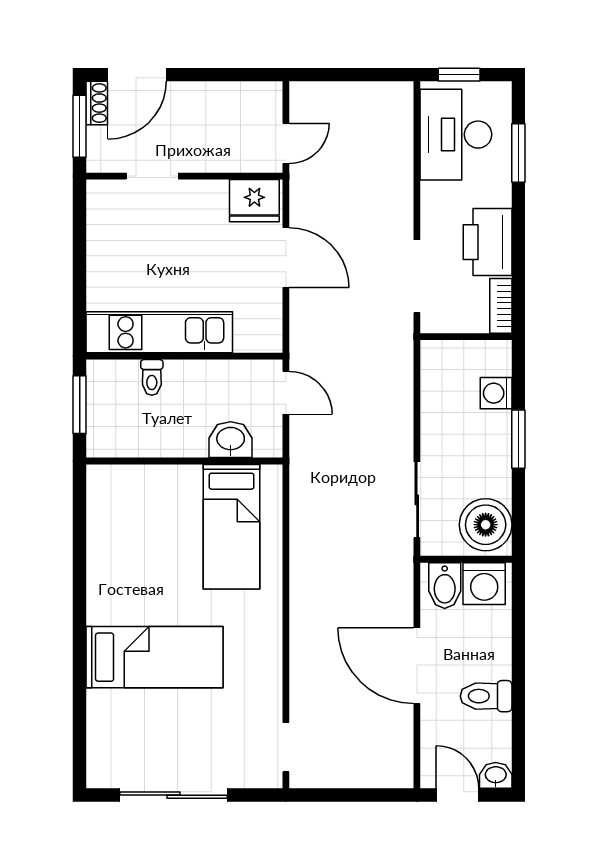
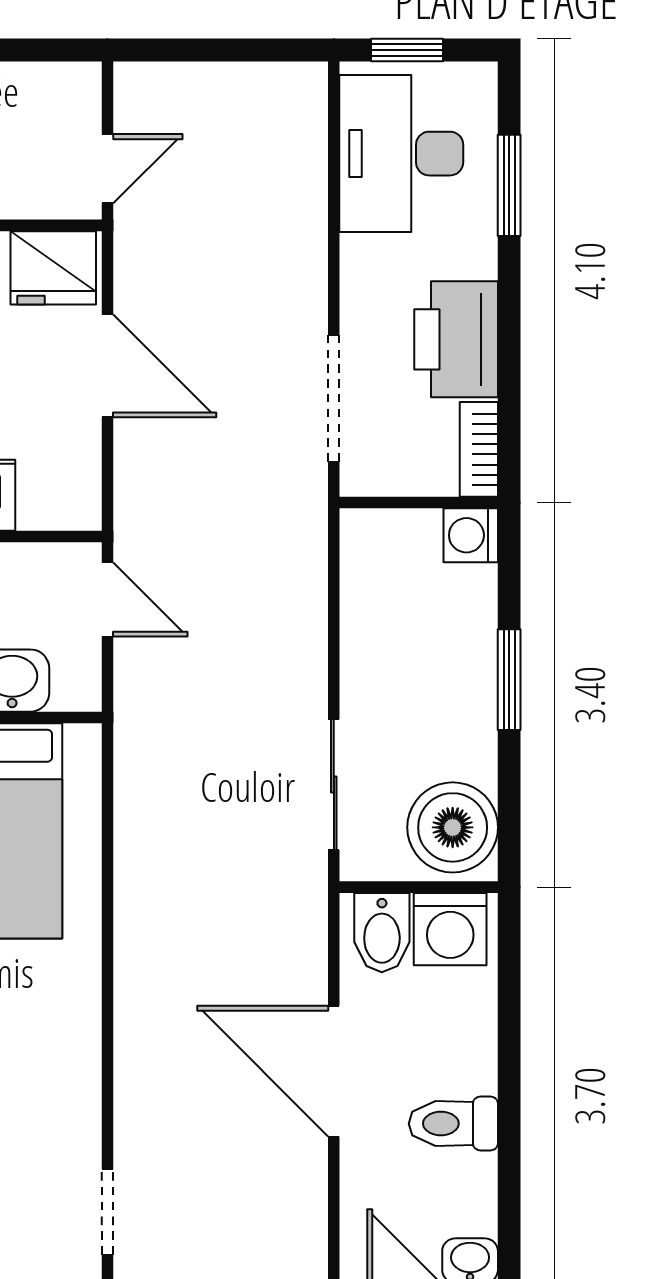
washing machine: (496, 393) -> (471, 535), moved

